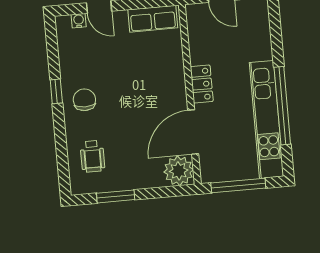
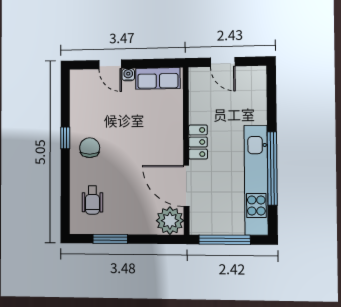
water cooler: (79, 21) -> (128, 75), moved
door: (193, 132) -> (186, 186), hinge flipped

